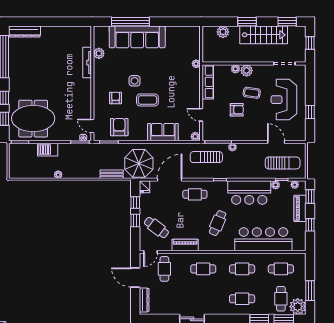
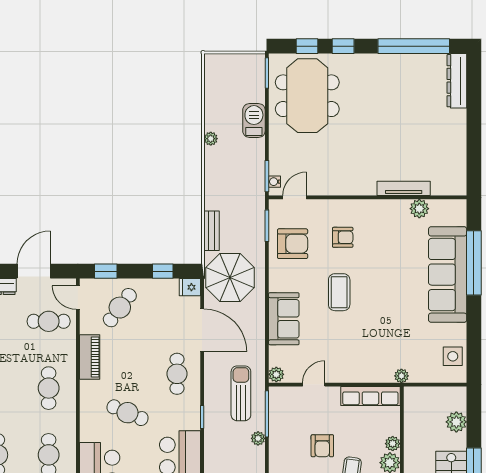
side table: (135, 81) -> (453, 356), moved
window: (135, 220) -> (106, 271), moved

